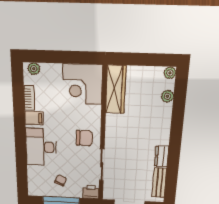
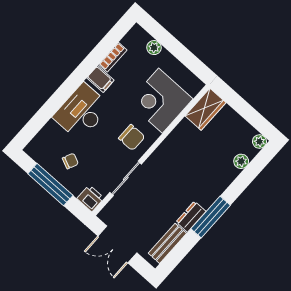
plant: (34, 69) -> (154, 48), moved
corner desk: (82, 84) -> (160, 101), moved
wardrobe: (116, 90) -> (206, 109), width x0.67
window: (175, 147) -> (211, 217), added

